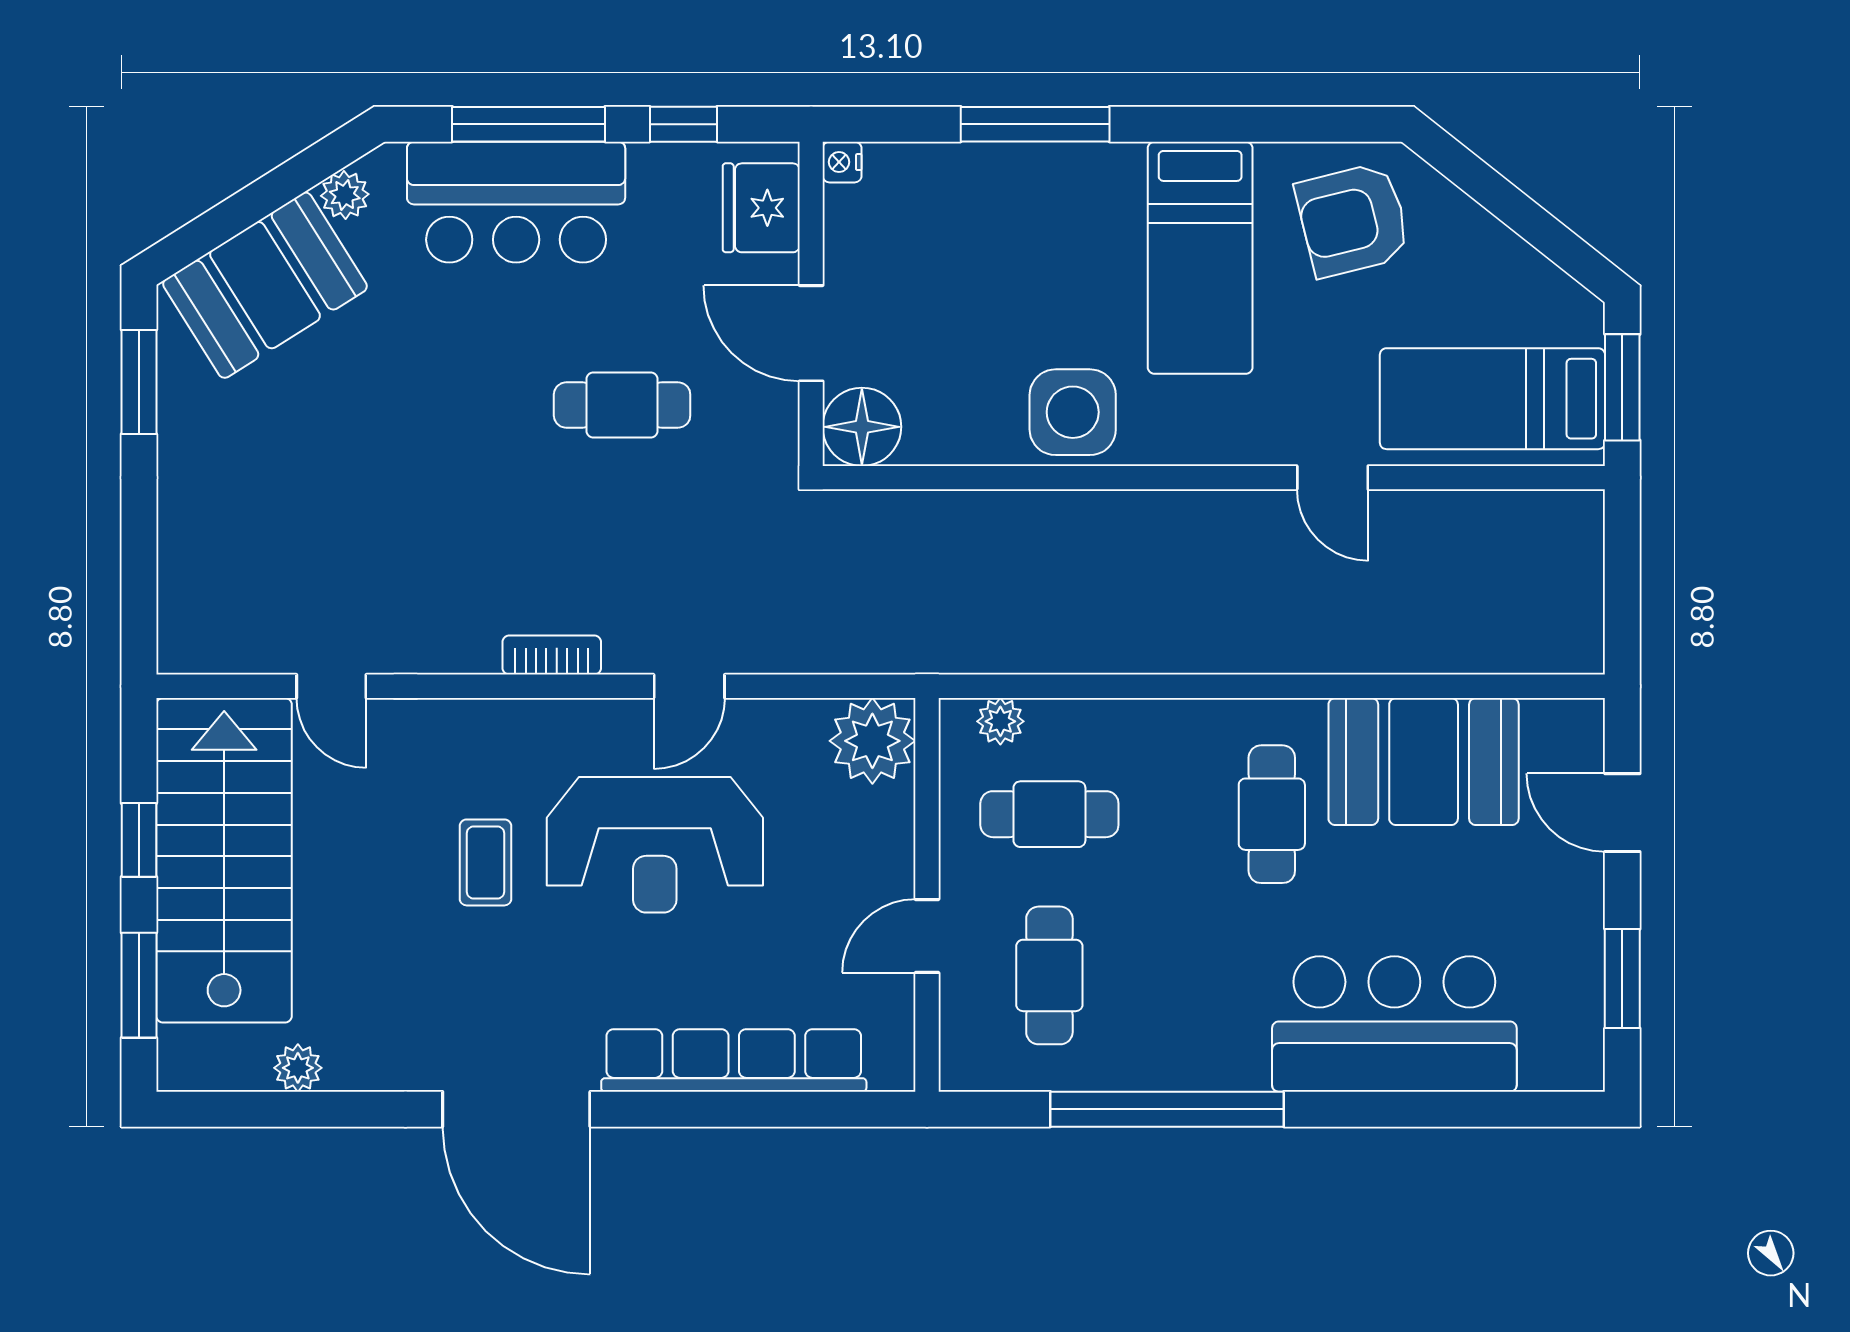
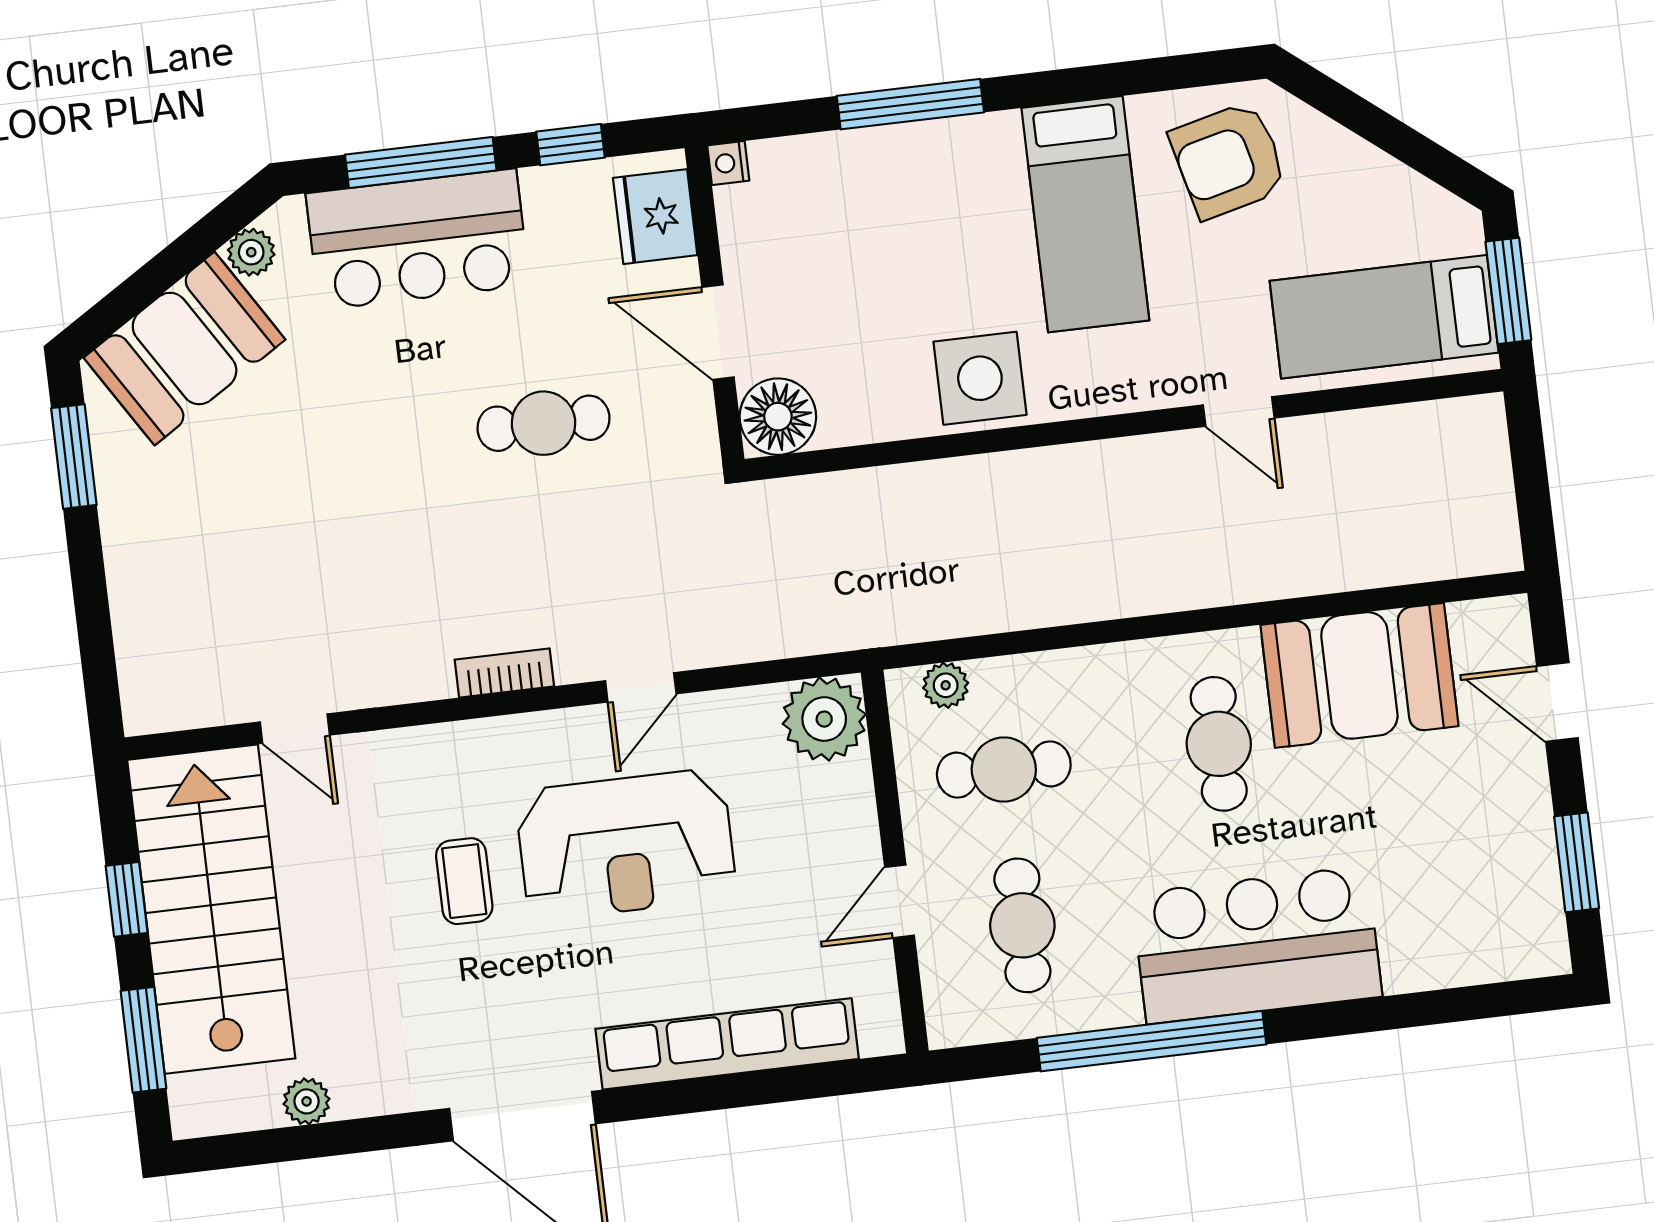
bar counter: (1394, 1024) -> (1257, 945), moved

